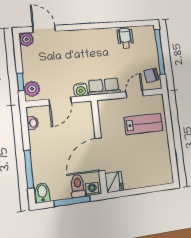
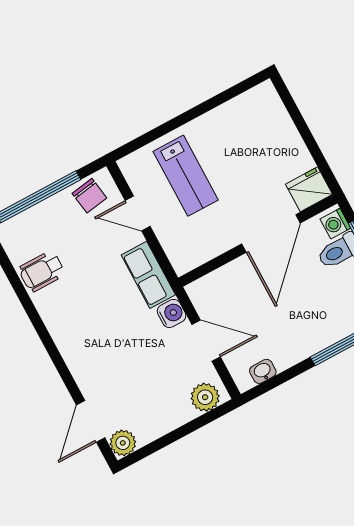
window: (21, 82) -> (201, 421), removed
lab bench: (144, 124) -> (186, 176), turned 180
door: (100, 154) -> (271, 233), hinge flipped

